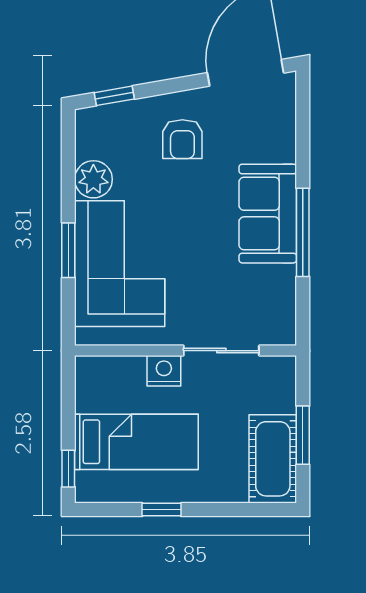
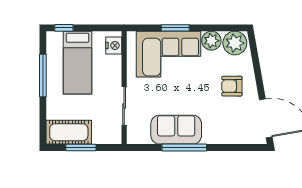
window: (114, 96) -> (254, 51), removed
plant: (98, 133) -> (235, 43), added
sofa: (268, 214) -> (176, 130), moved
nightstand: (164, 371) -> (114, 45), moved
window: (162, 510) -> (43, 75), width x2.17

